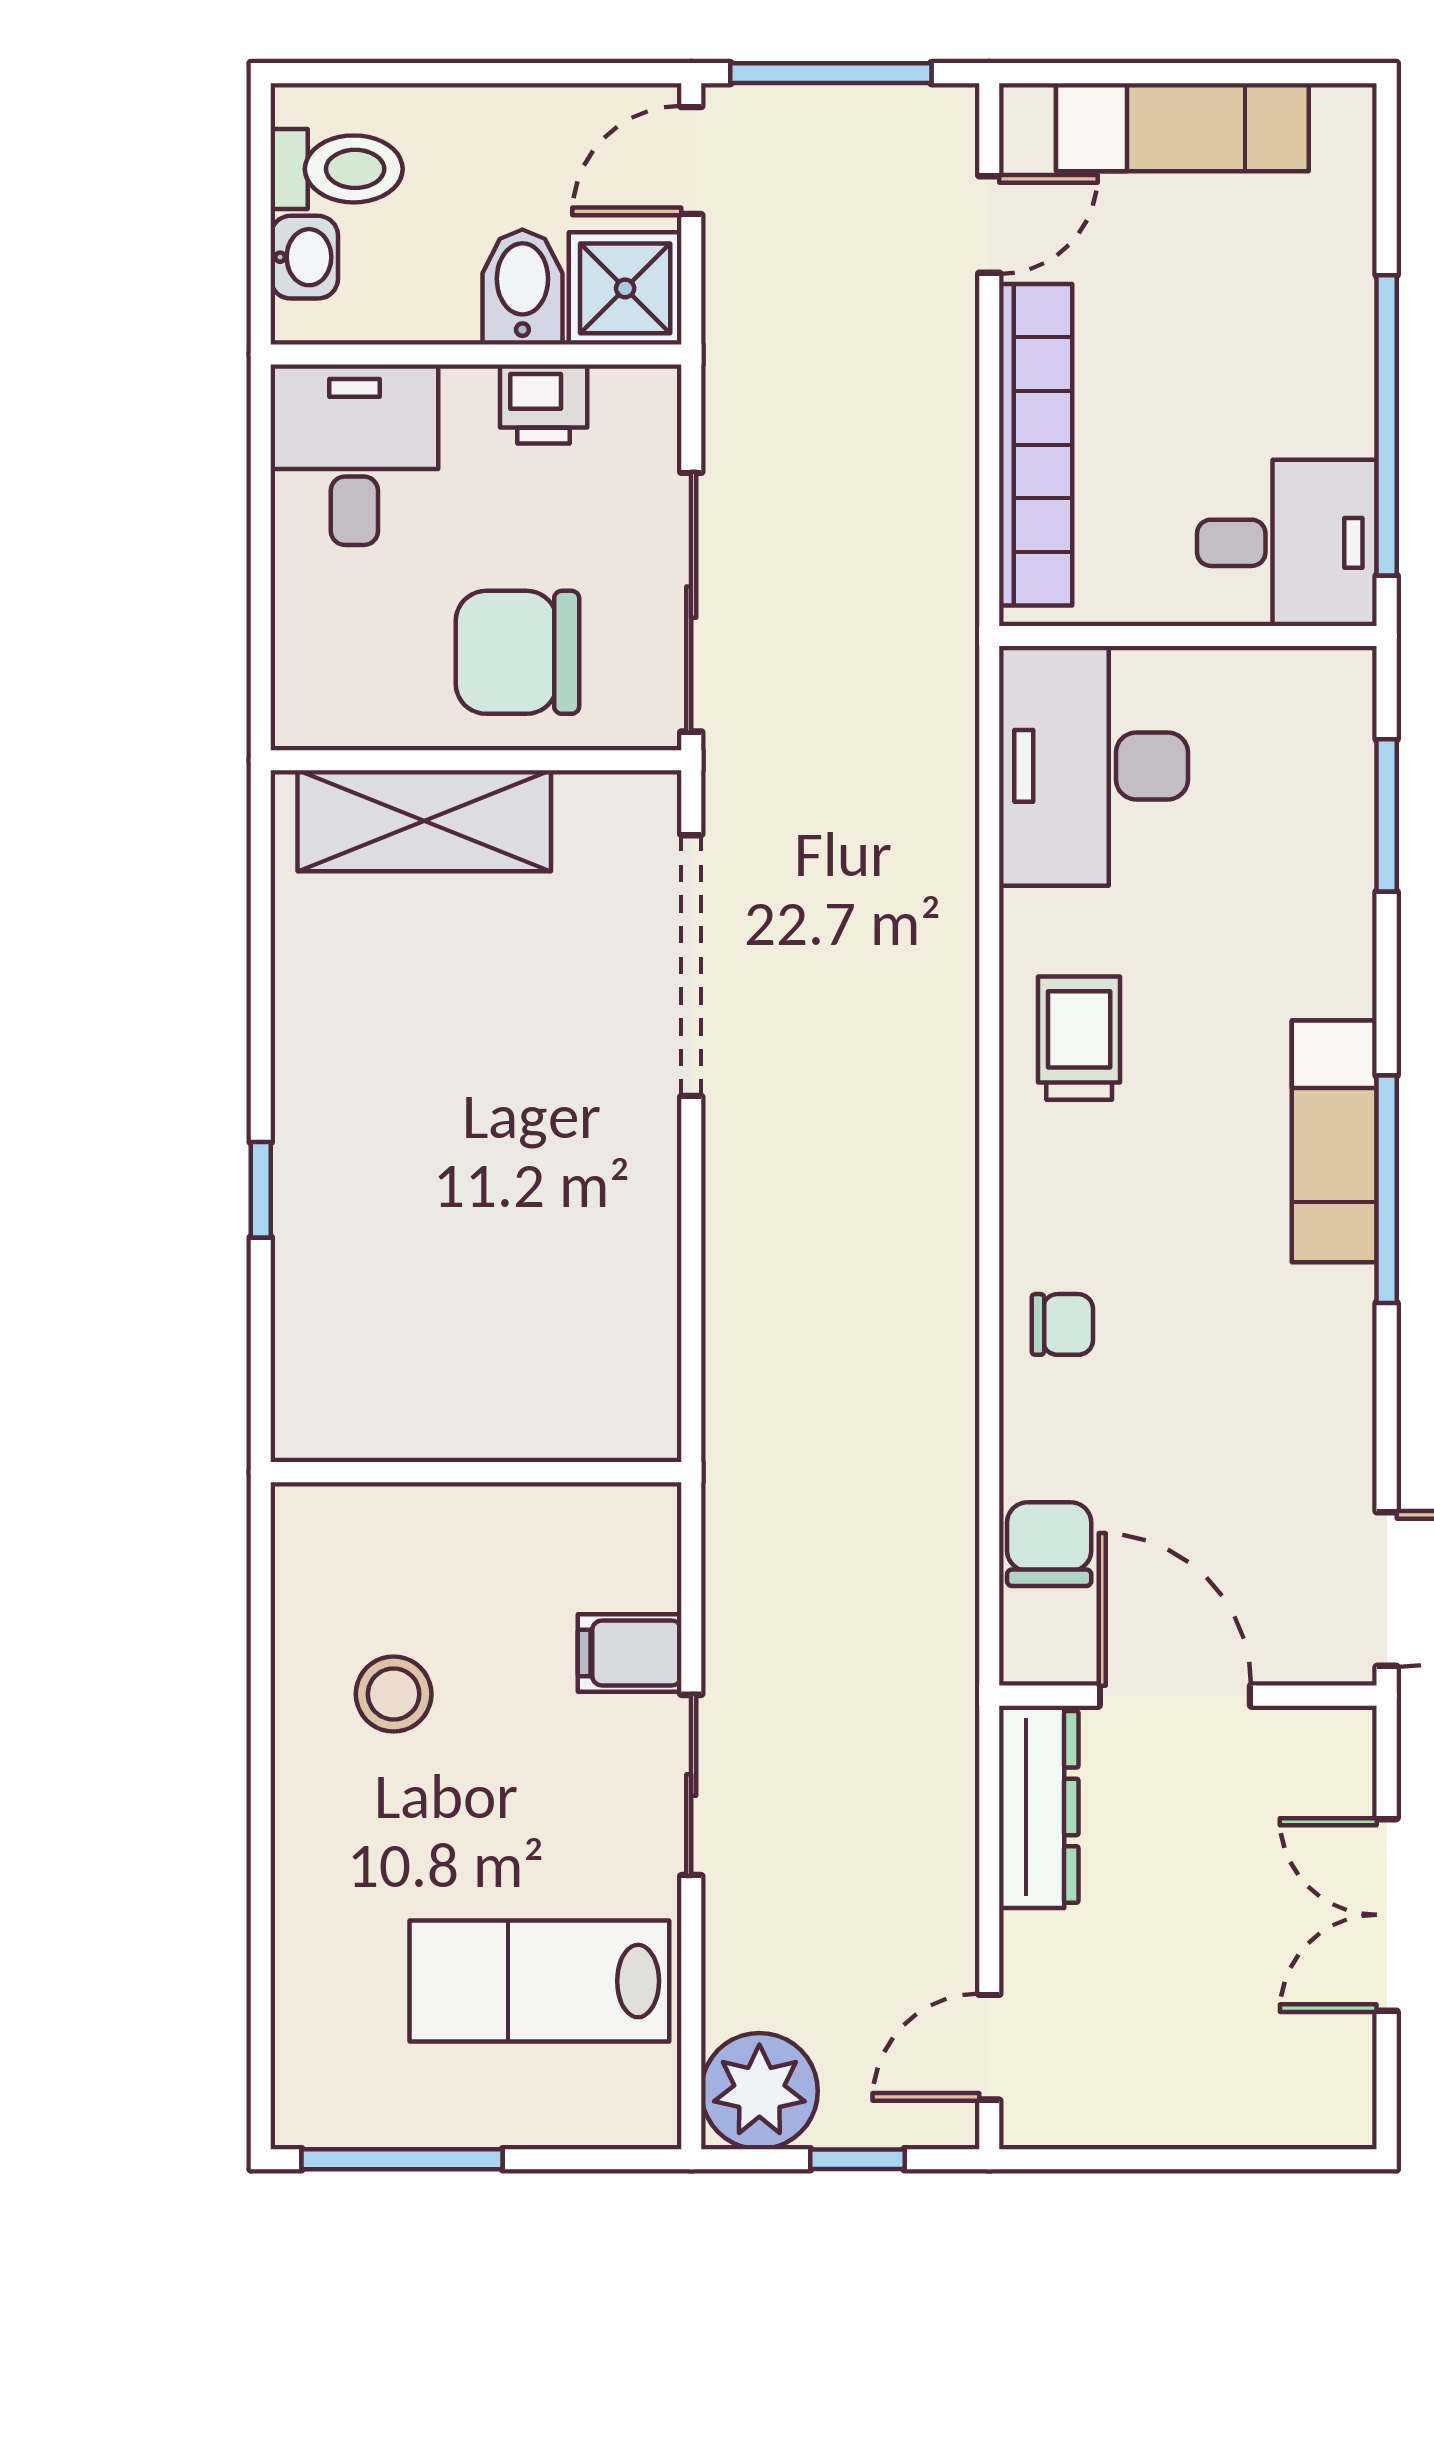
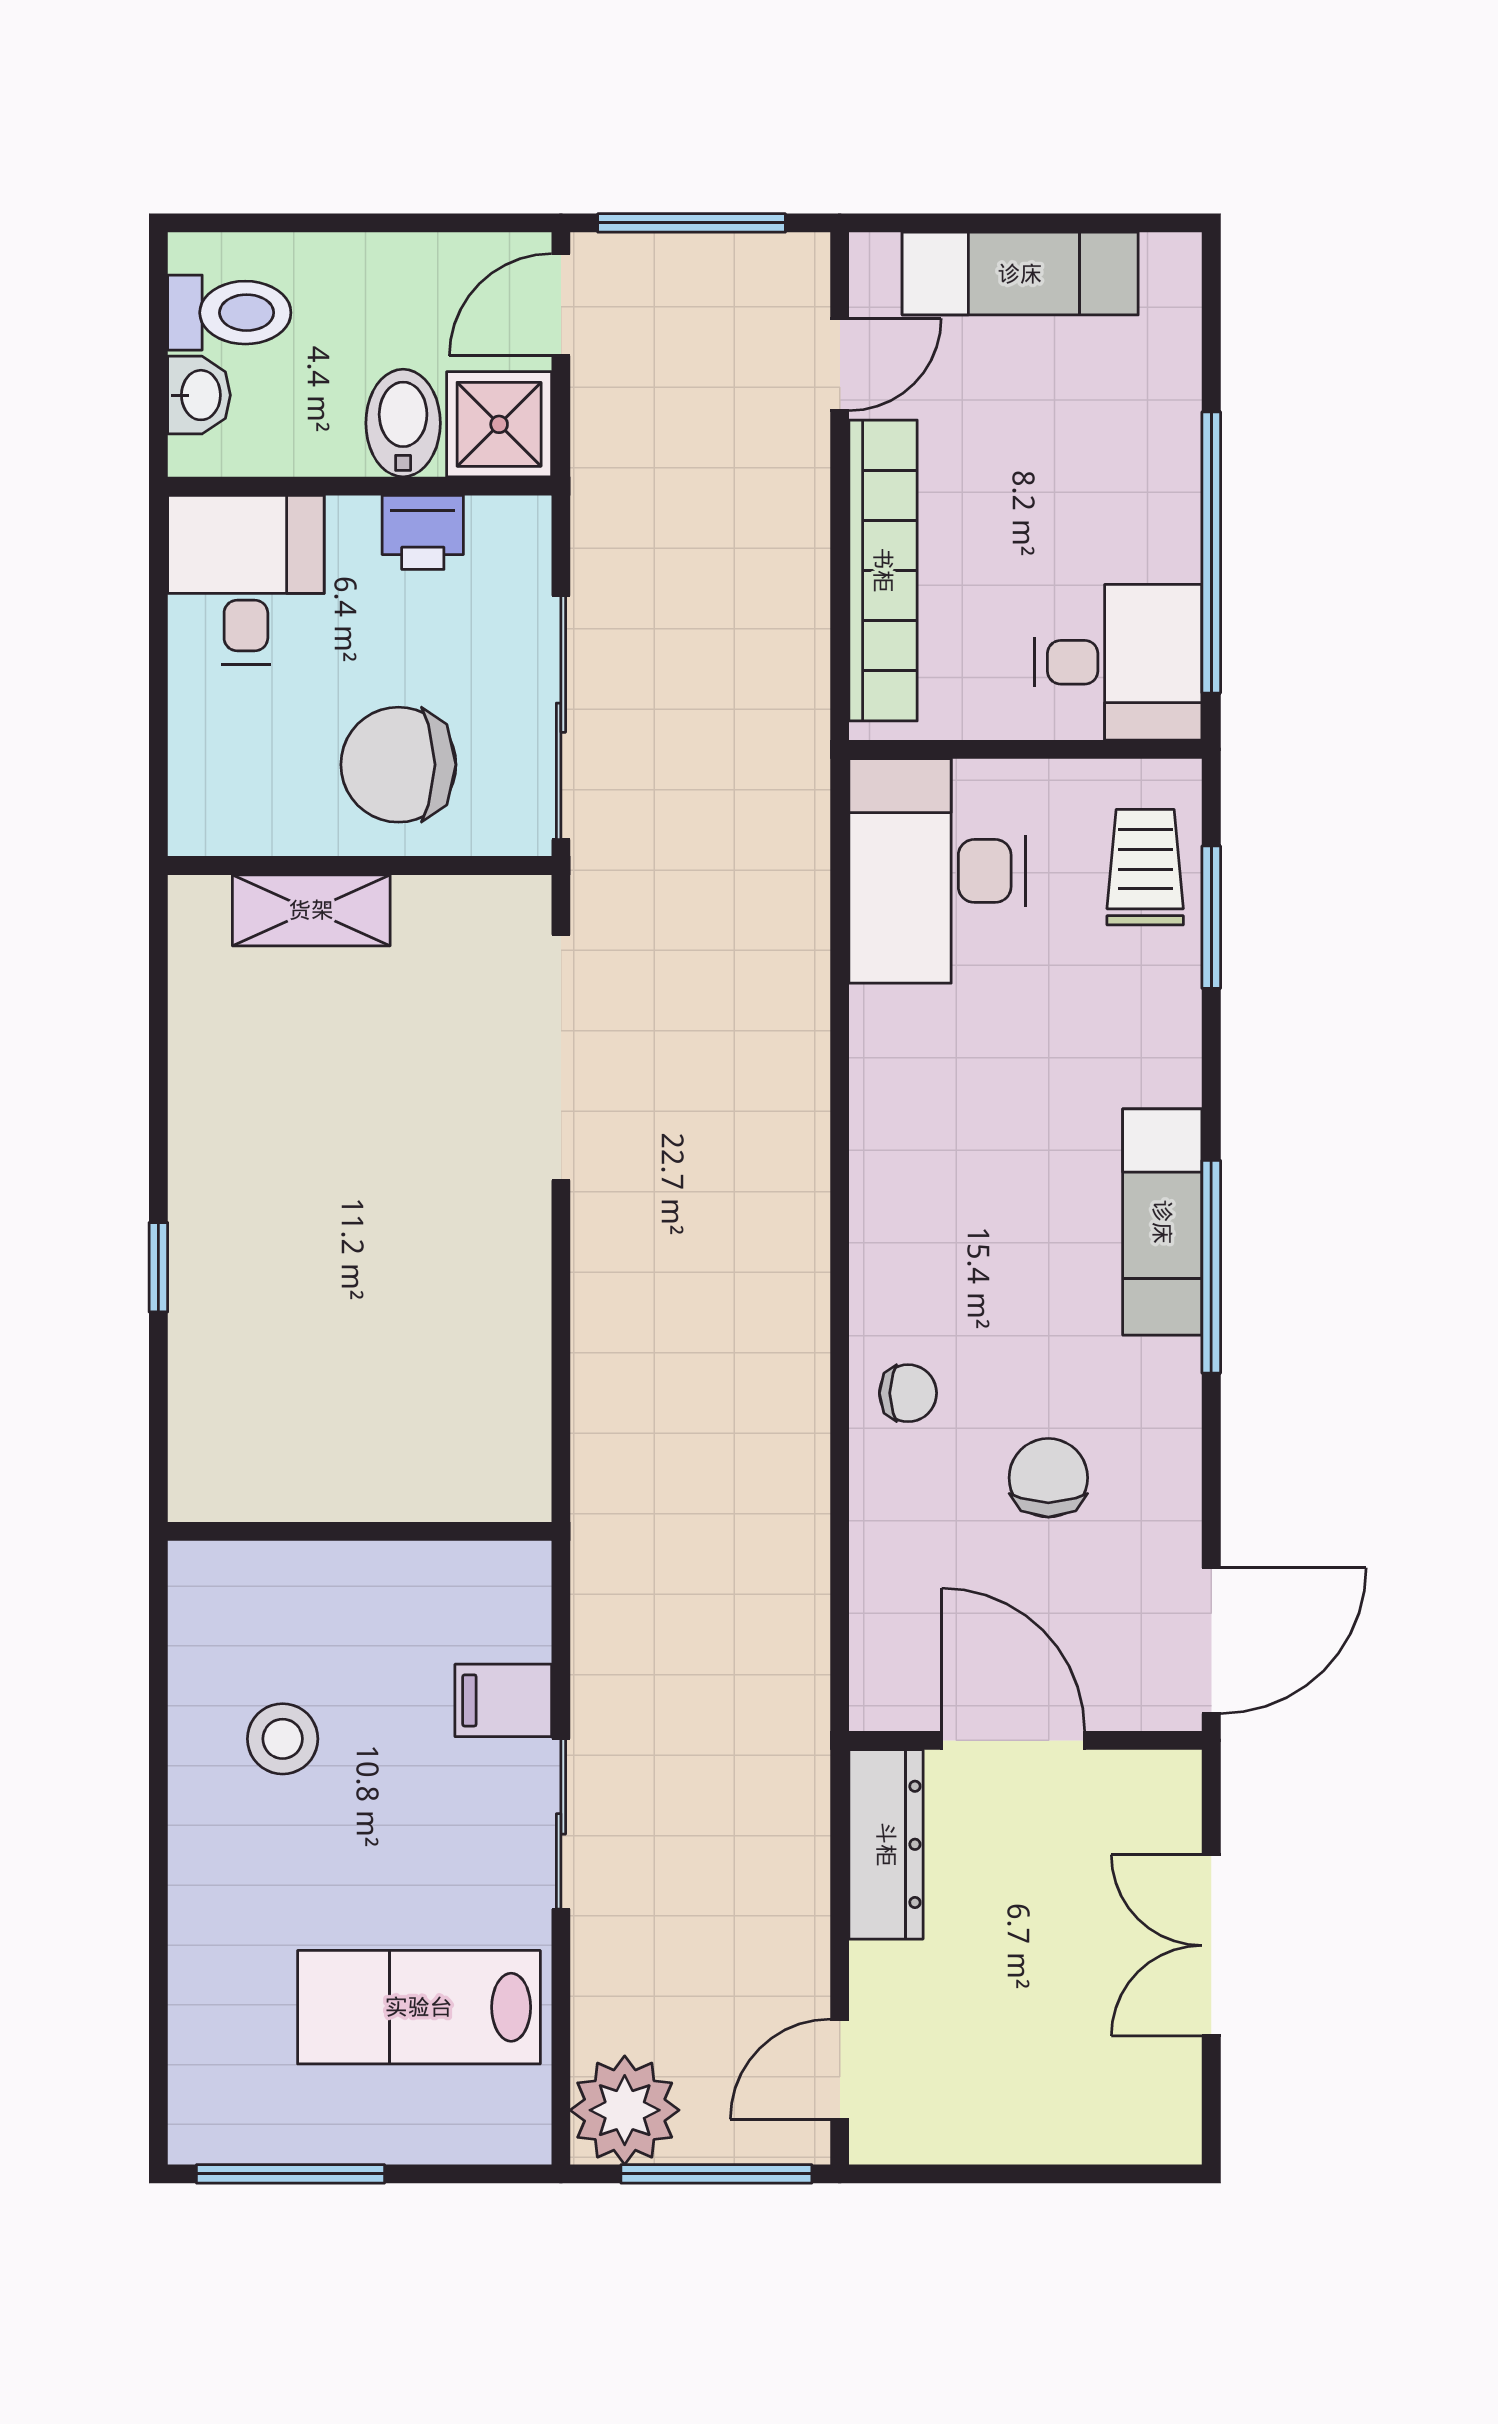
shelving: (424, 821) -> (311, 910), width x0.67, depth x0.75
trolley: (1079, 1038) -> (1145, 867), moved
chair: (1049, 1544) -> (1048, 1478), moved
window: (857, 2159) -> (716, 2174), width x2.17

